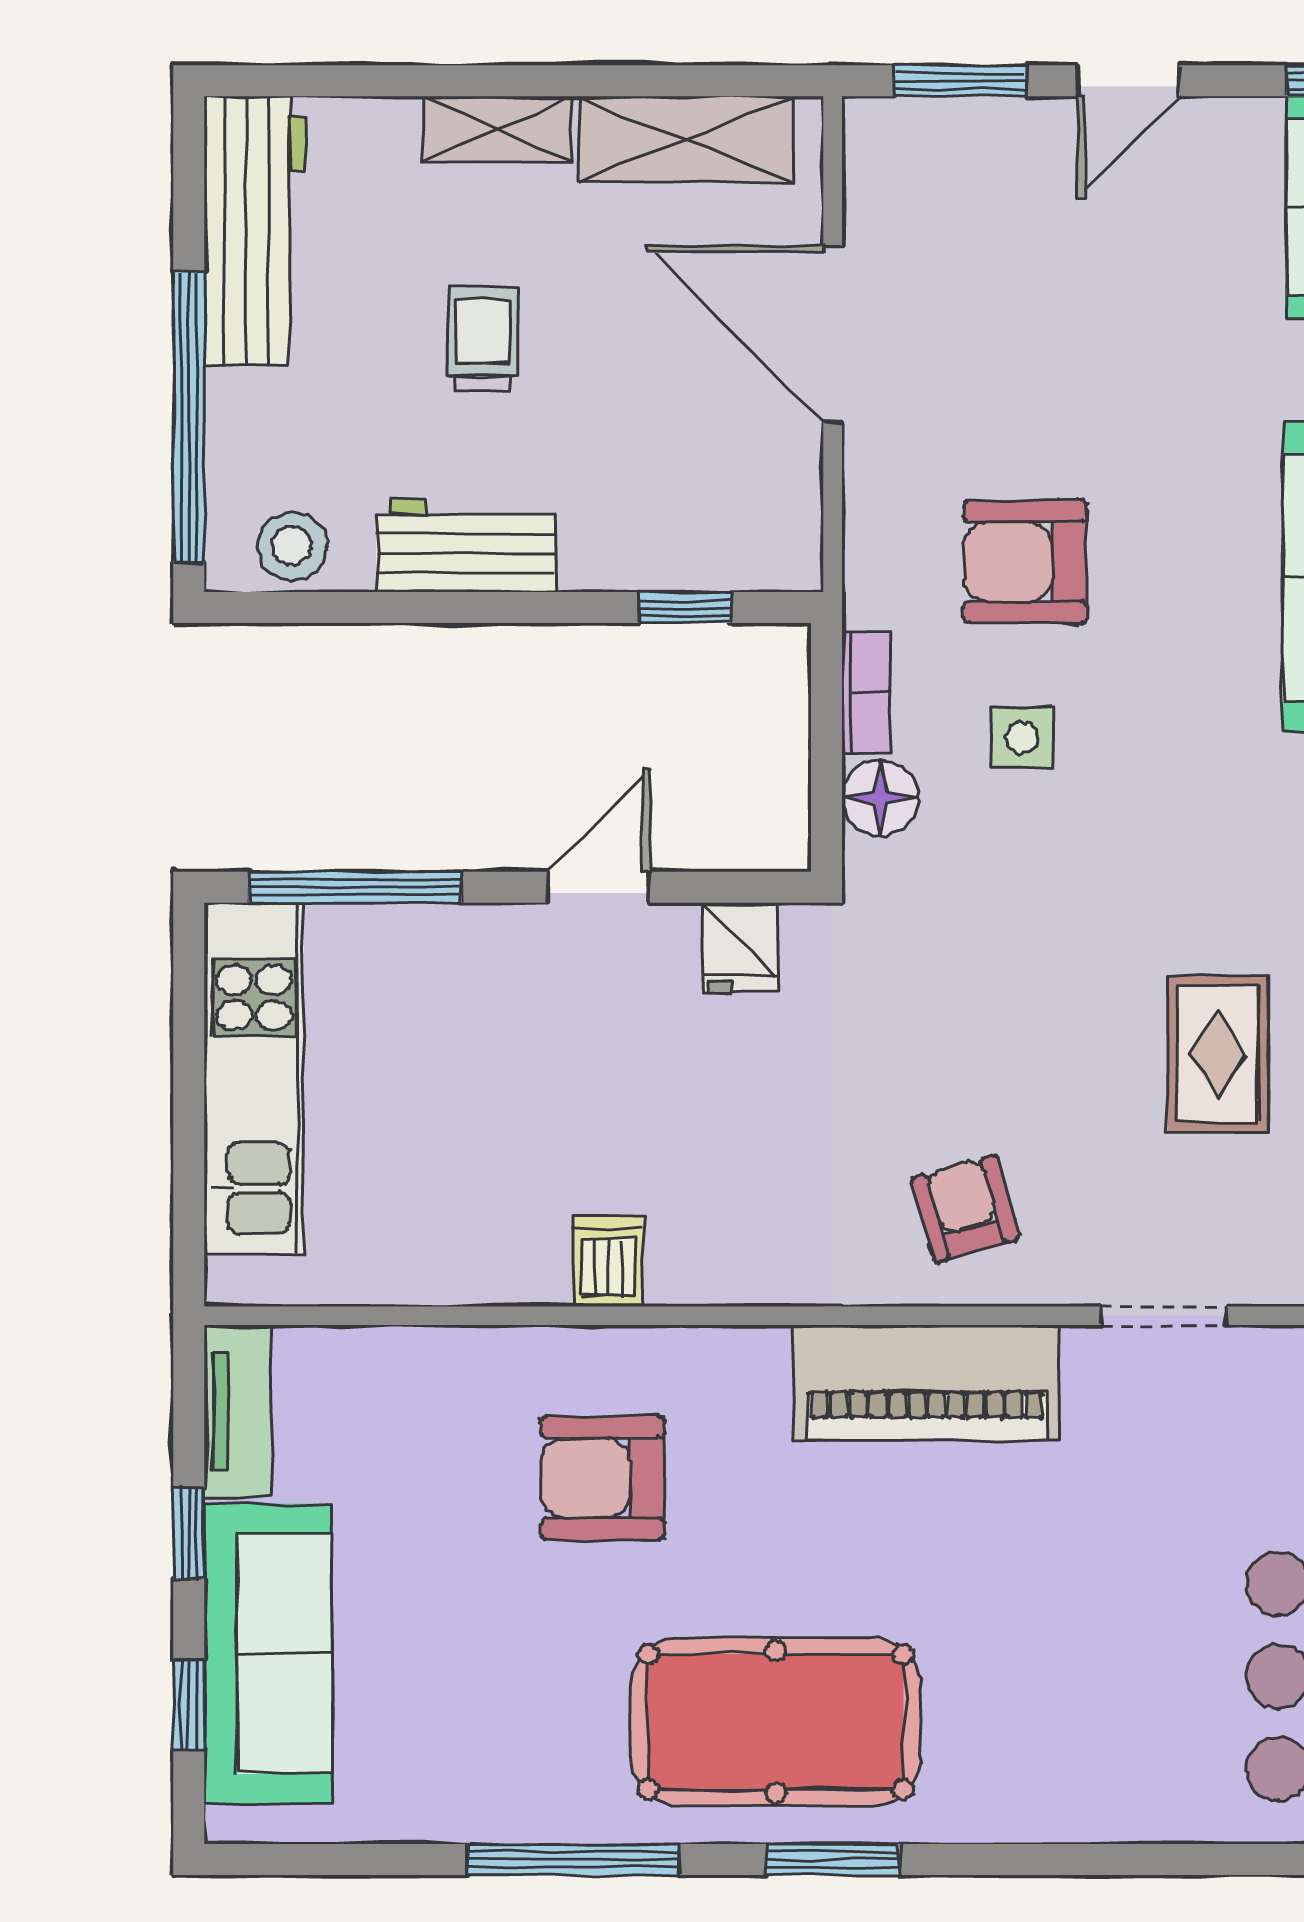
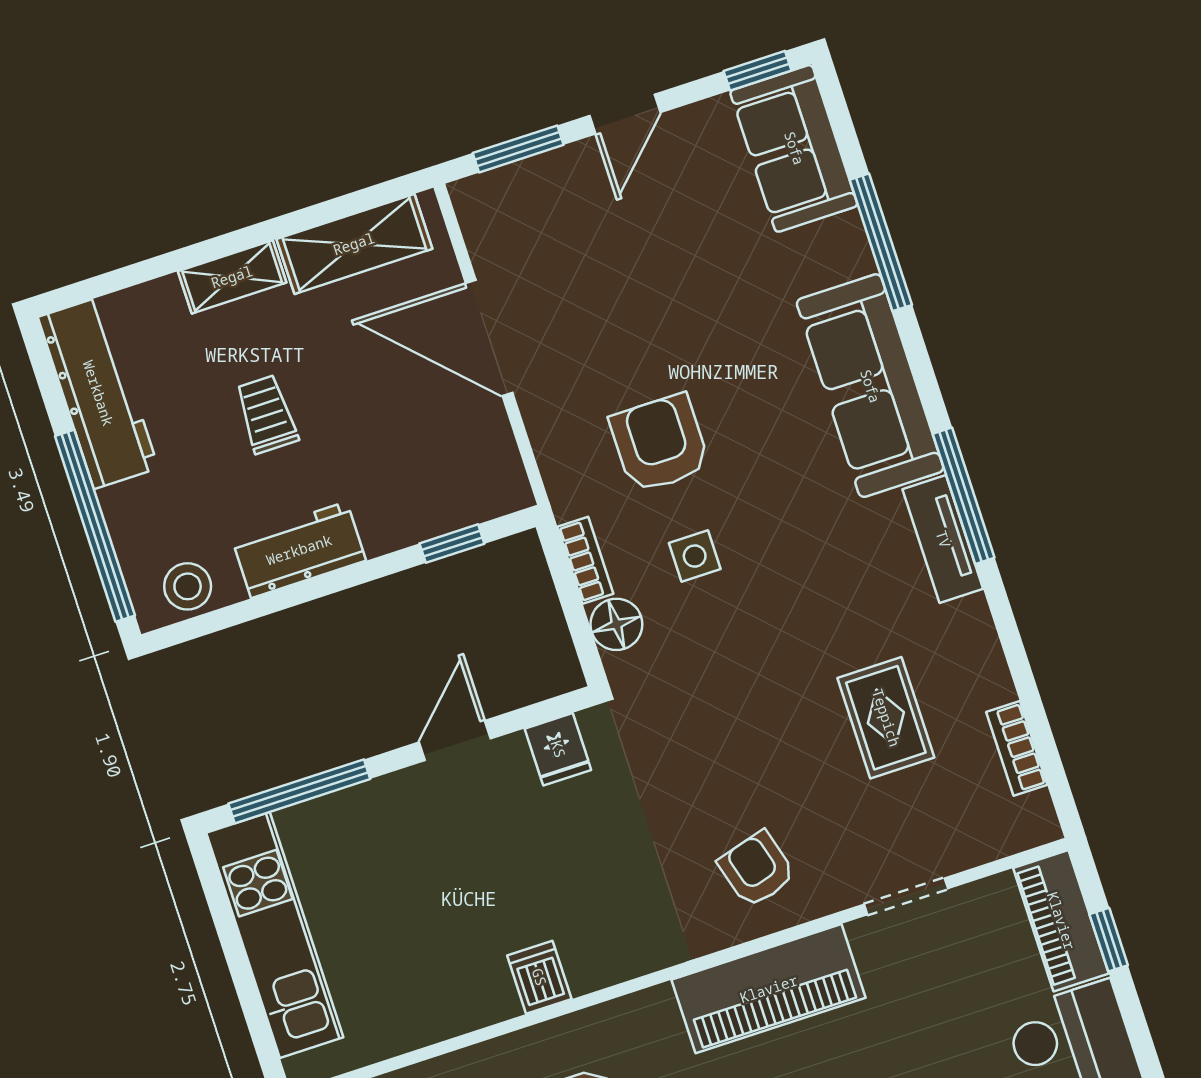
armchair: (1025, 562) -> (660, 443), turned 90

